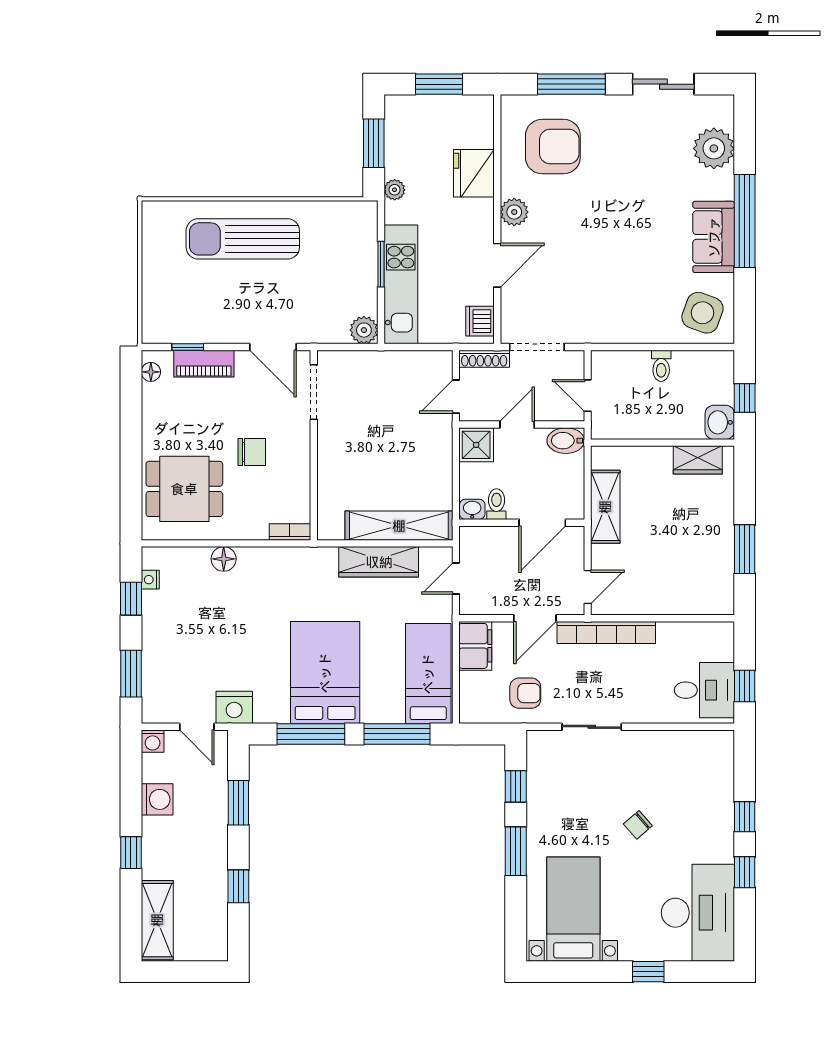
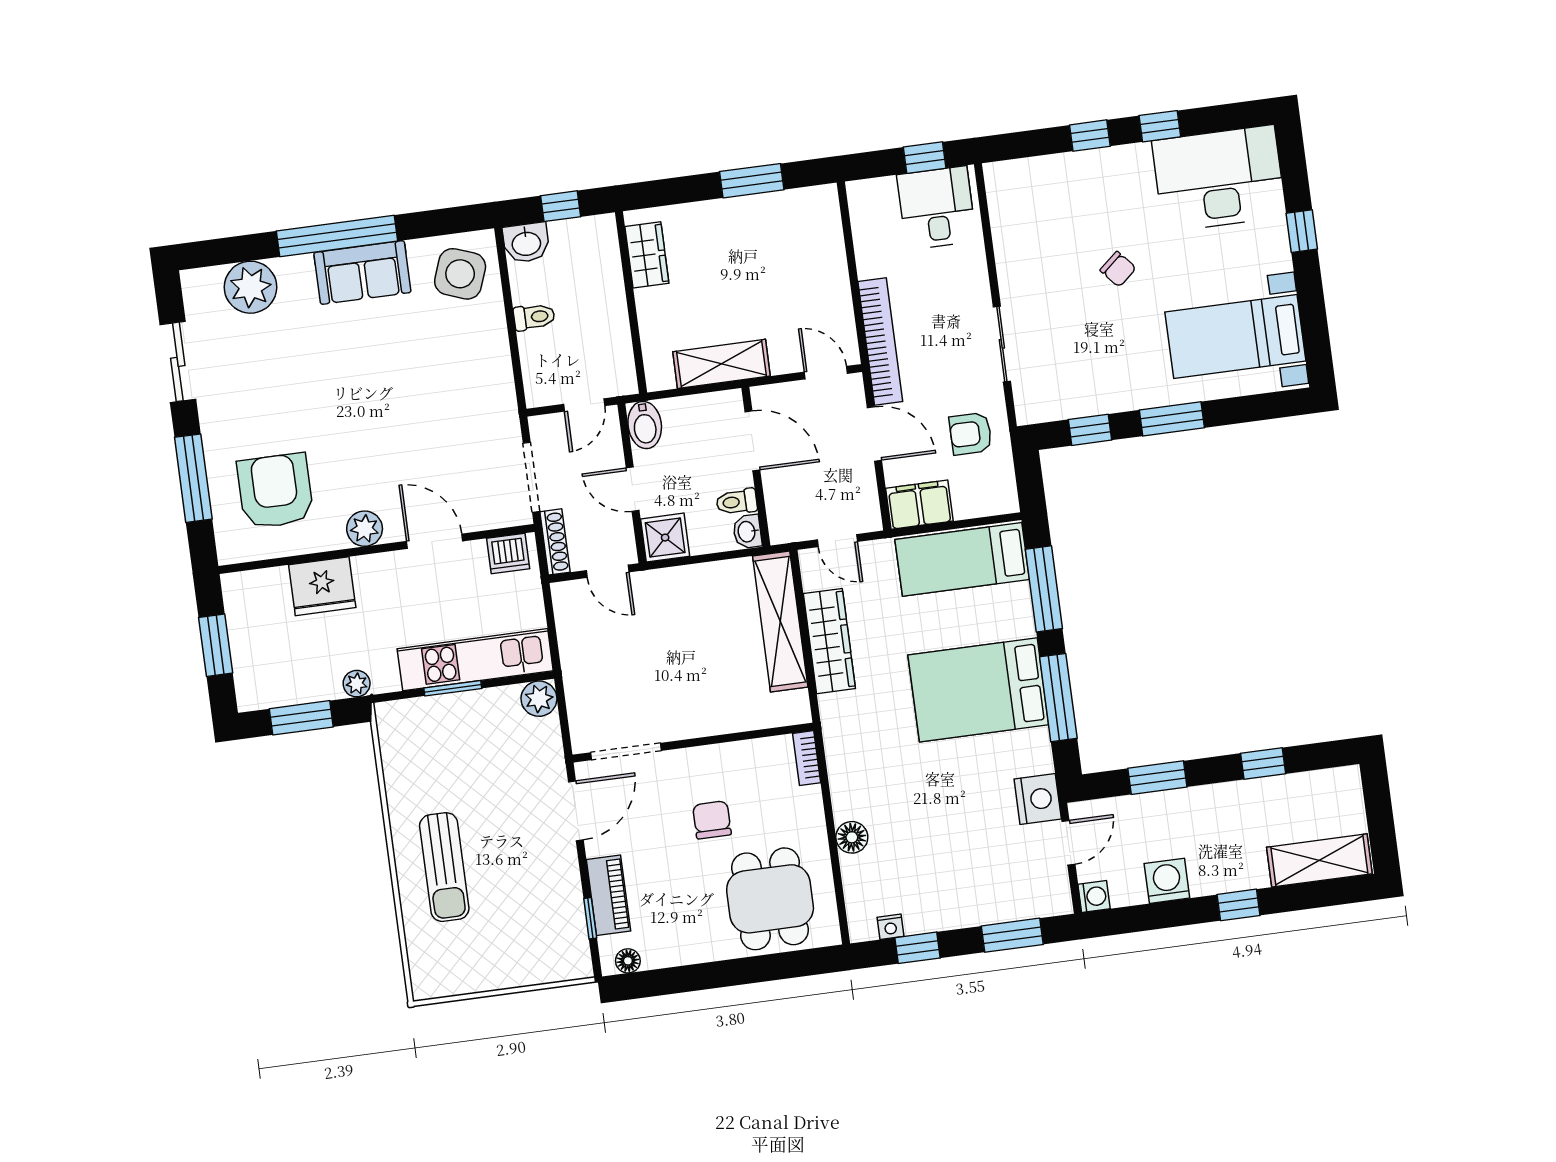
sun lounger: (243, 239) -> (444, 867), width x0.73, depth x0.75
washbasin: (720, 422) -> (526, 243), moved
armchair: (525, 693) -> (971, 434), turned -90

